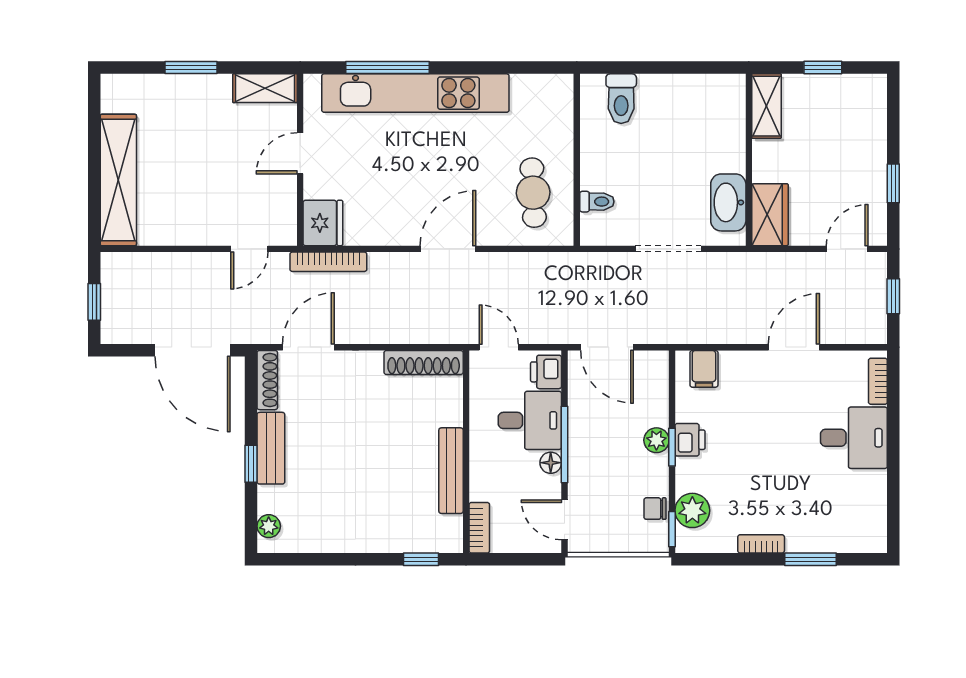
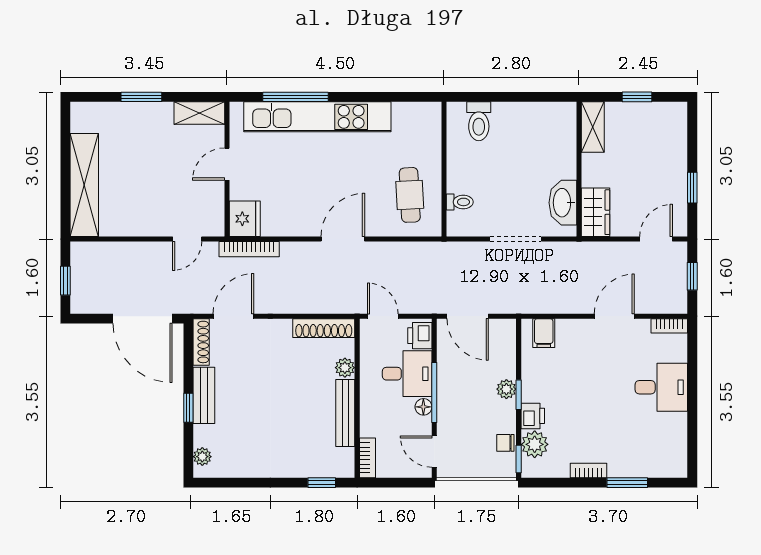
bookcase: (878, 381) -> (669, 326), moved, turned -90
plant: (451, 413) -> (345, 368), added
printer: (690, 440) -> (533, 416), moved

